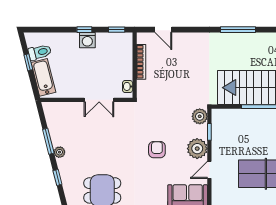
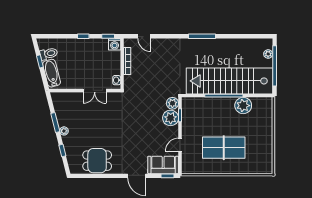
washing machine: (87, 40) -> (115, 44), moved
plant: (197, 149) -> (171, 118), moved
armchair: (157, 150) -> (139, 129), removed

